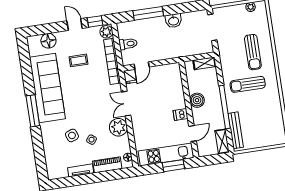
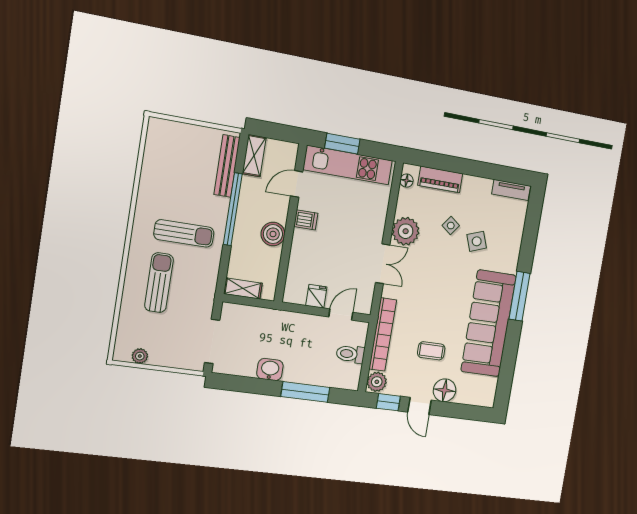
floor lamp: (48, 41) -> (445, 390), moved
fridge: (130, 77) -> (316, 296), moved
tv unit: (81, 170) -> (511, 190), moved

